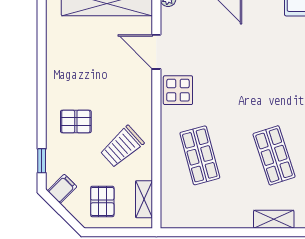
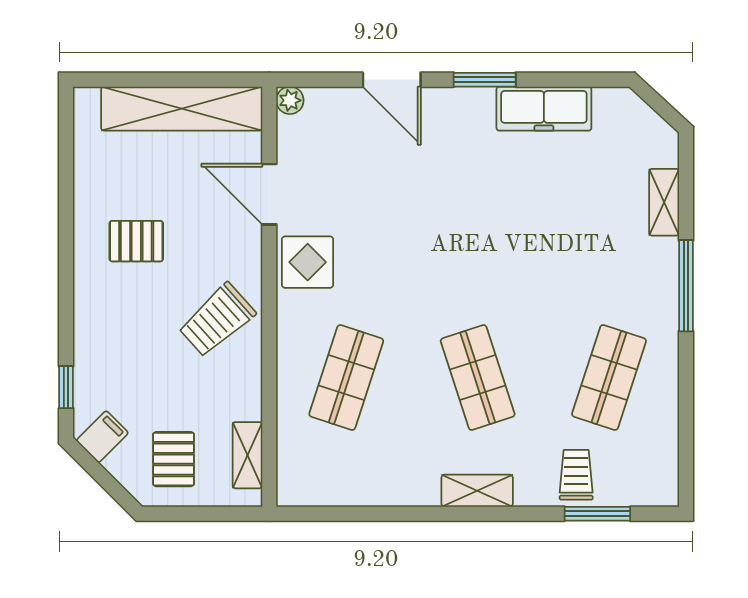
pallet: (76, 121) -> (136, 241), moved
trolley: (122, 147) -> (217, 320), moved
shop shelf: (200, 155) -> (346, 378), turned 33

